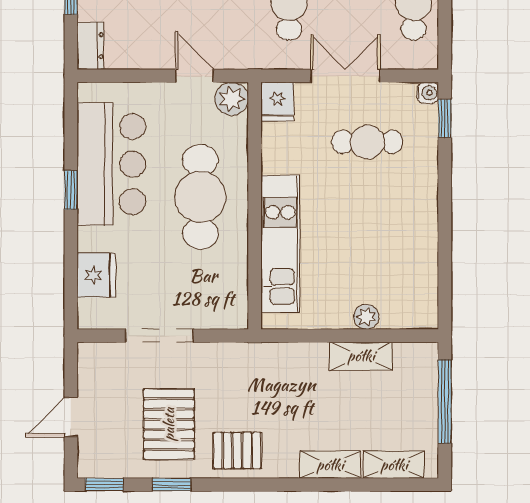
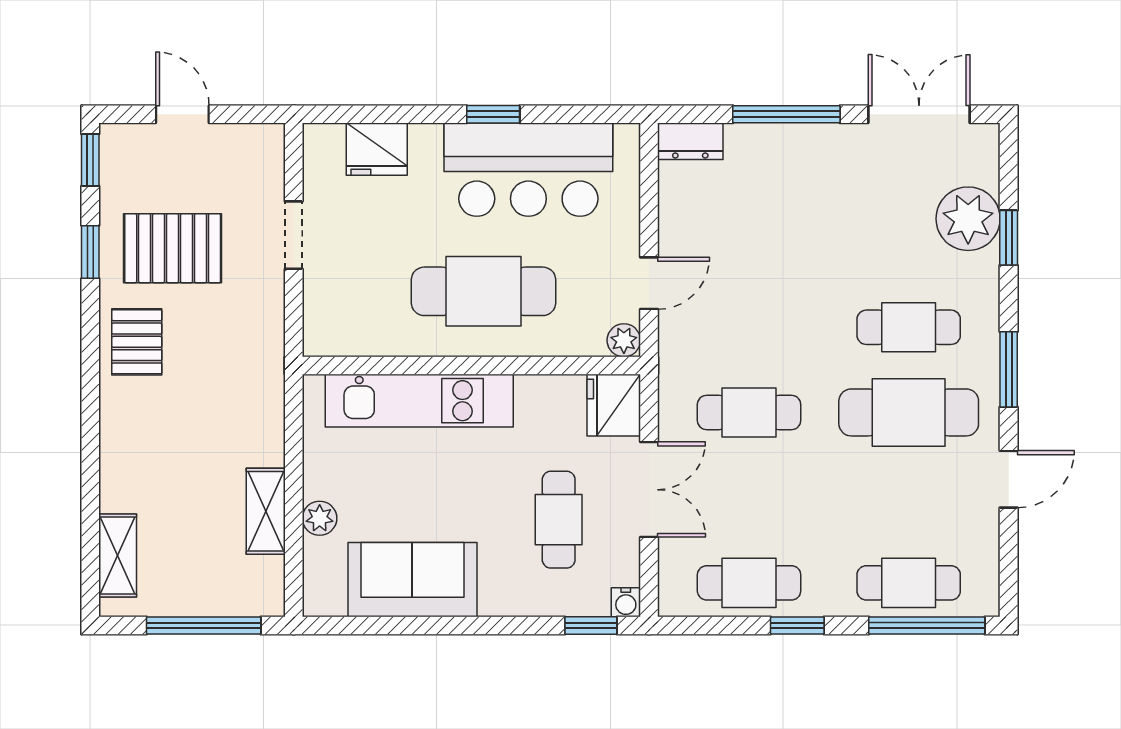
plant: (232, 99) -> (624, 340), width x0.73, depth x0.73
fridge: (277, 102) -> (614, 405), width x1.38
sofa: (411, 249) -> (412, 580), added
doorway: (159, 336) -> (294, 235), width x0.73
shelving: (330, 465) -> (118, 469), removed

